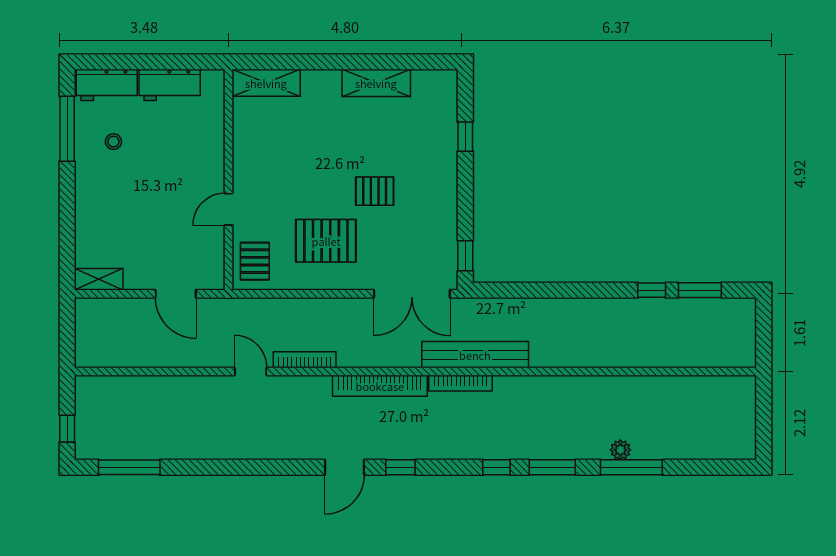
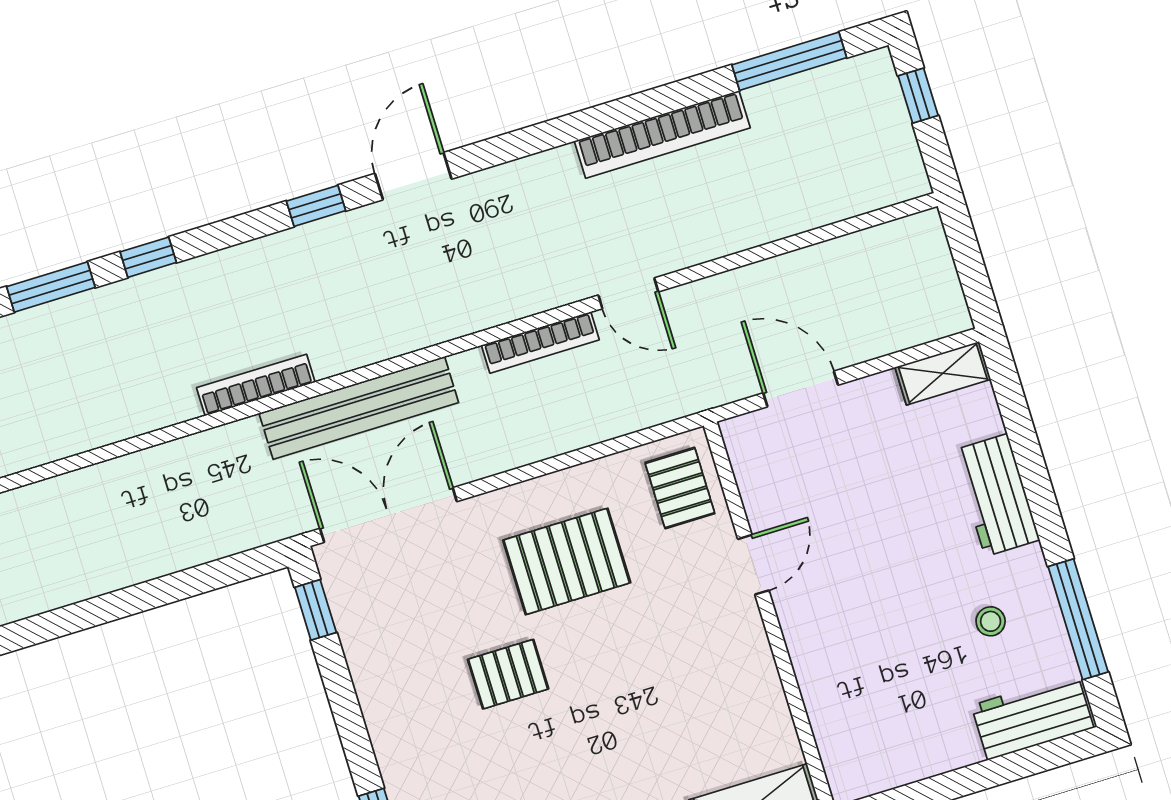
workbench: (170, 85) -> (996, 495), moved, turned -90
bench: (475, 355) -> (359, 408), moved
bookcase: (380, 386) -> (662, 134), moved, turned 180

